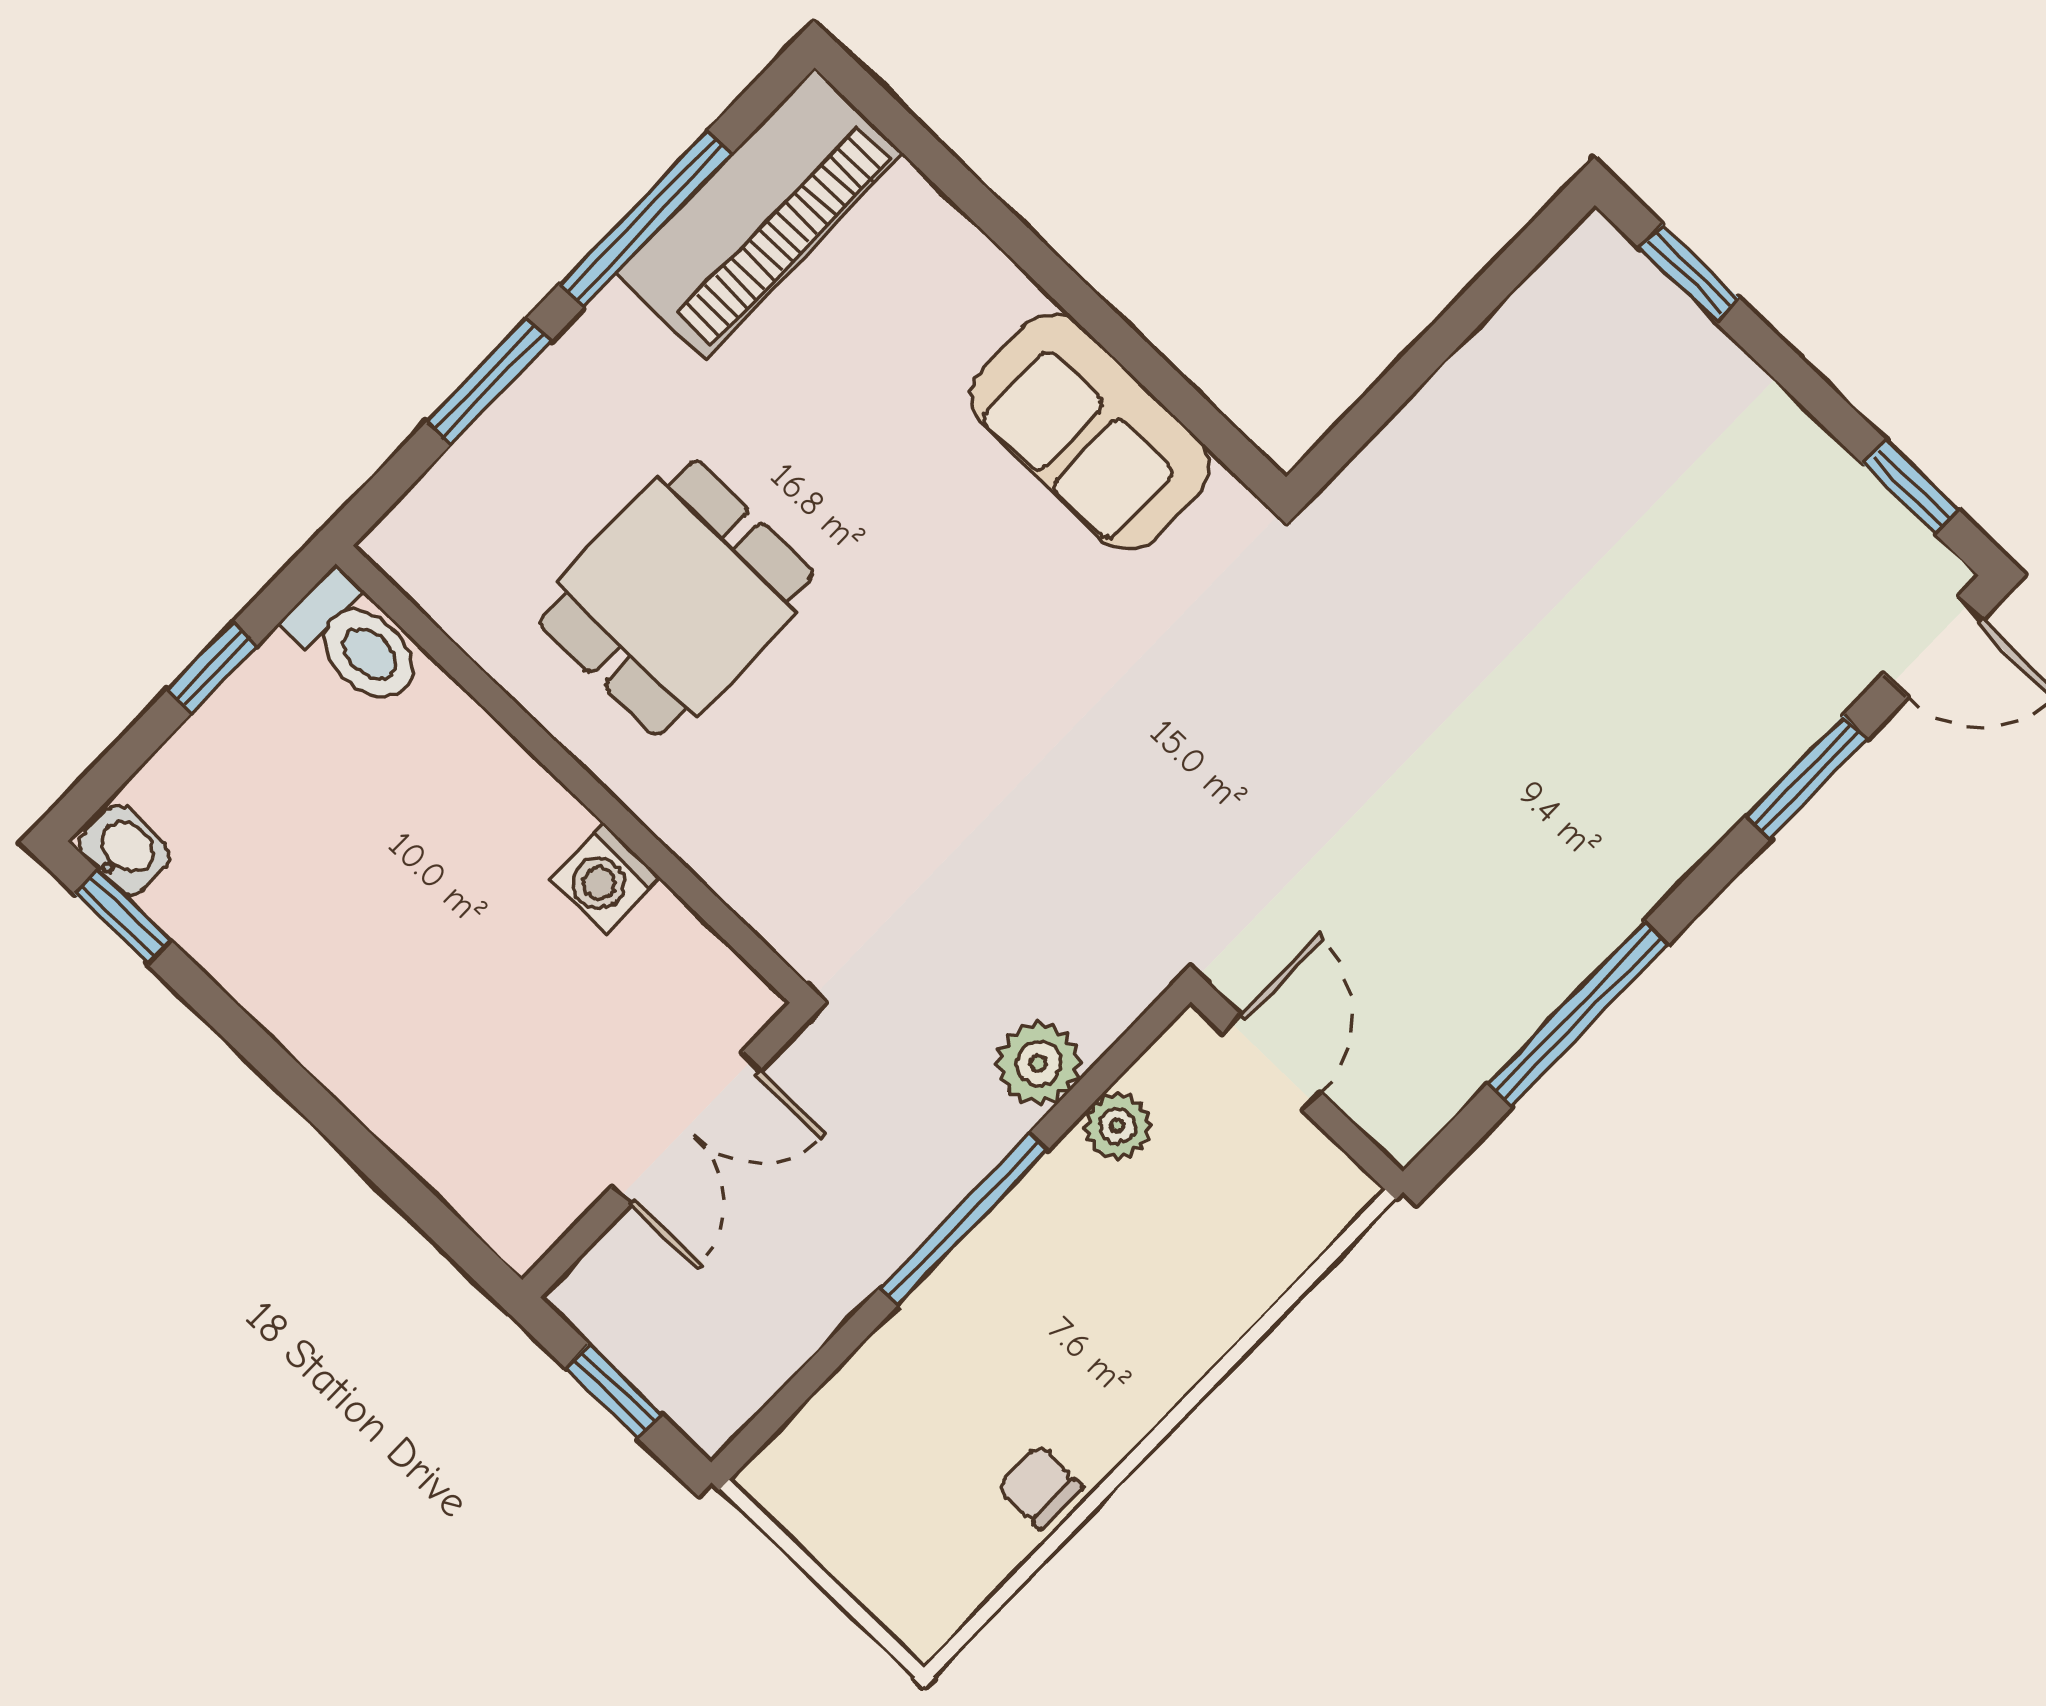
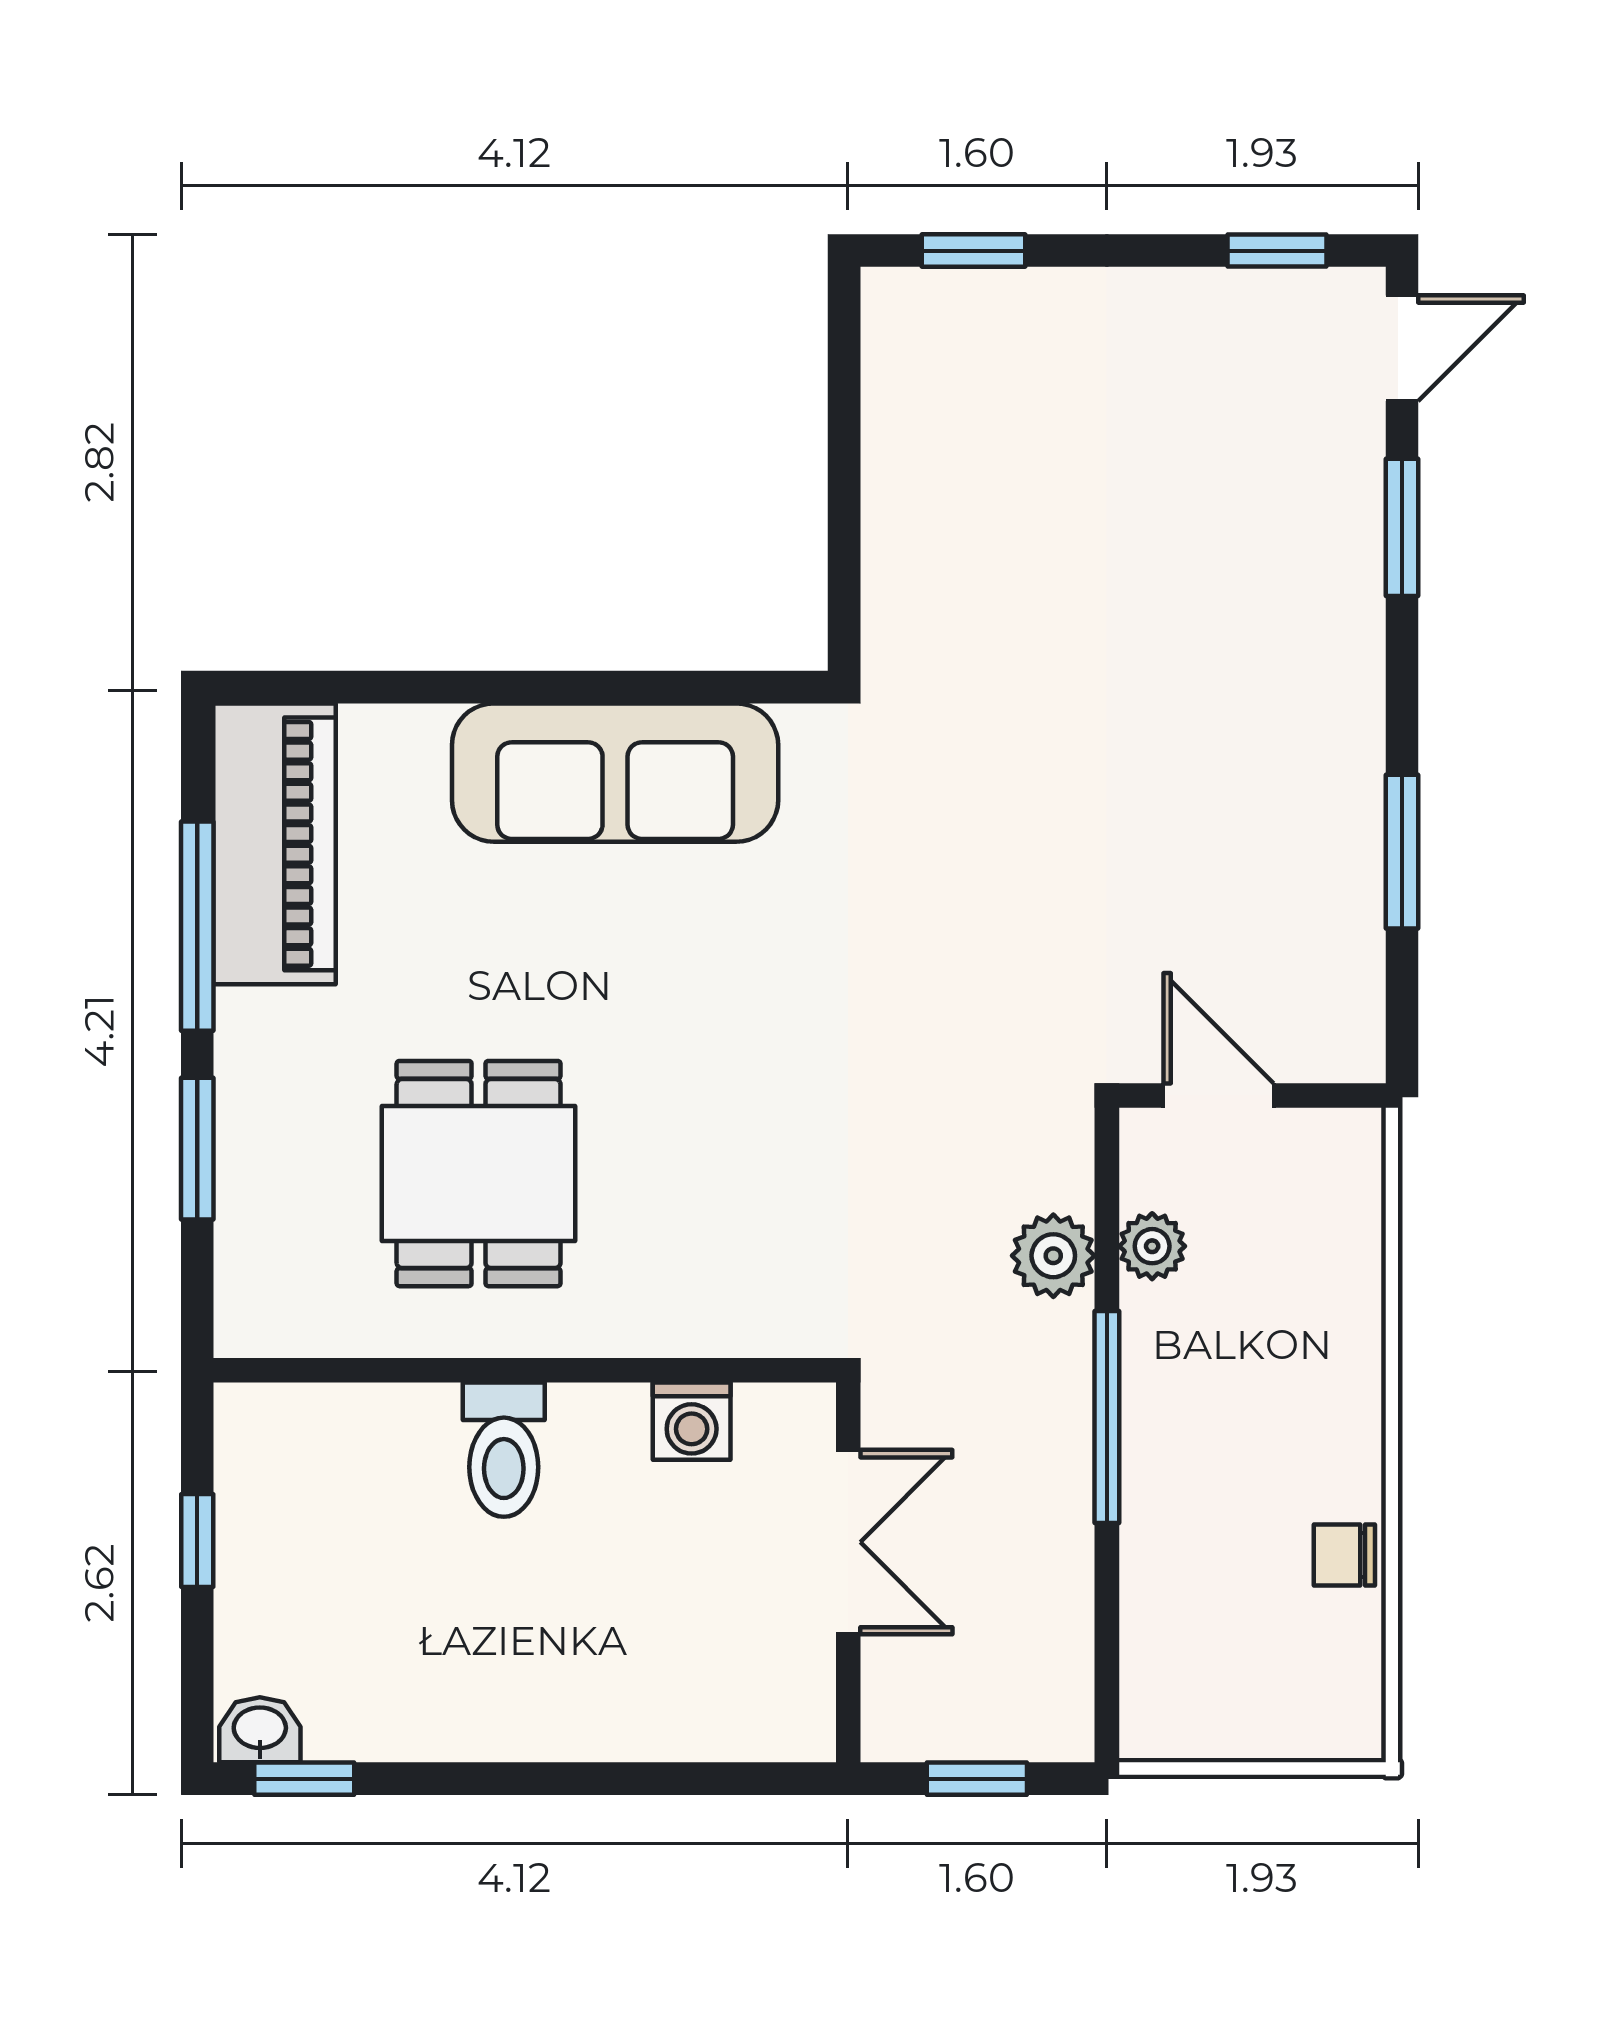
sofa: (1091, 432) -> (615, 773), width x1.36
toilet: (356, 641) -> (504, 1450), moved, turned 90
washing machine: (604, 878) -> (692, 1421), moved
window: (1578, 1014) -> (1402, 852), width x0.69

